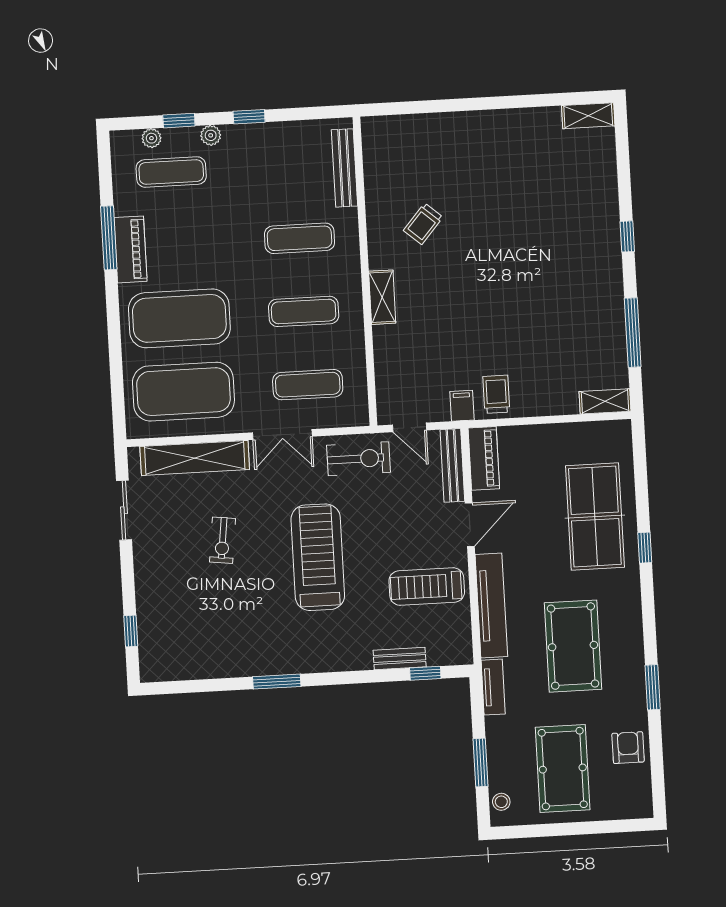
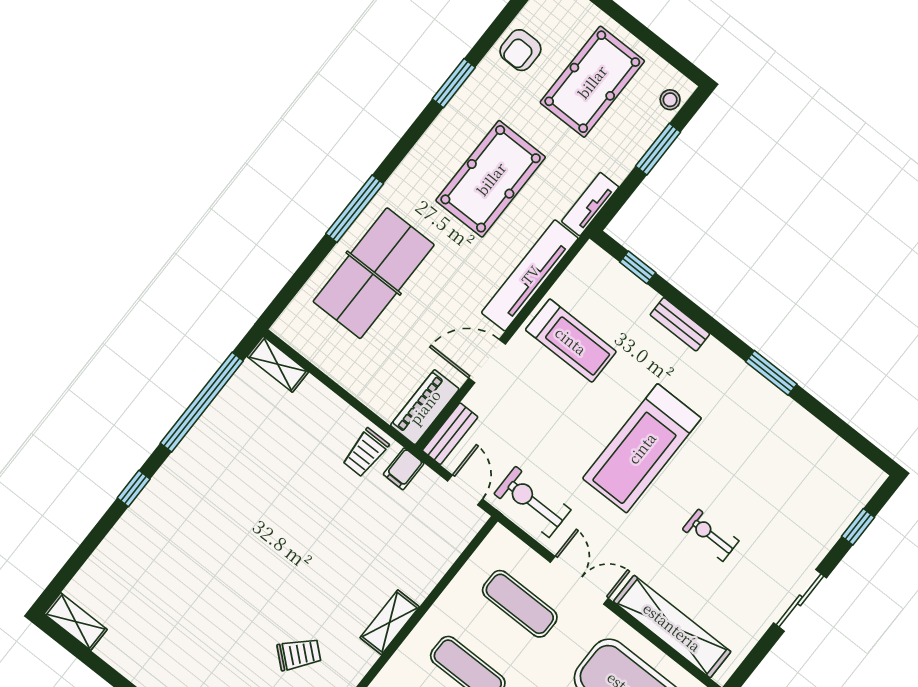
window: (633, 333) -> (202, 402), width x1.46
bench: (452, 465) -> (450, 434), width x0.73
sliding door: (124, 510) -> (800, 600), moved
exercise bike: (222, 540) -> (711, 535), turned -97
window: (645, 548) -> (355, 209), width x2.17
bench: (400, 659) -> (680, 324), moved

